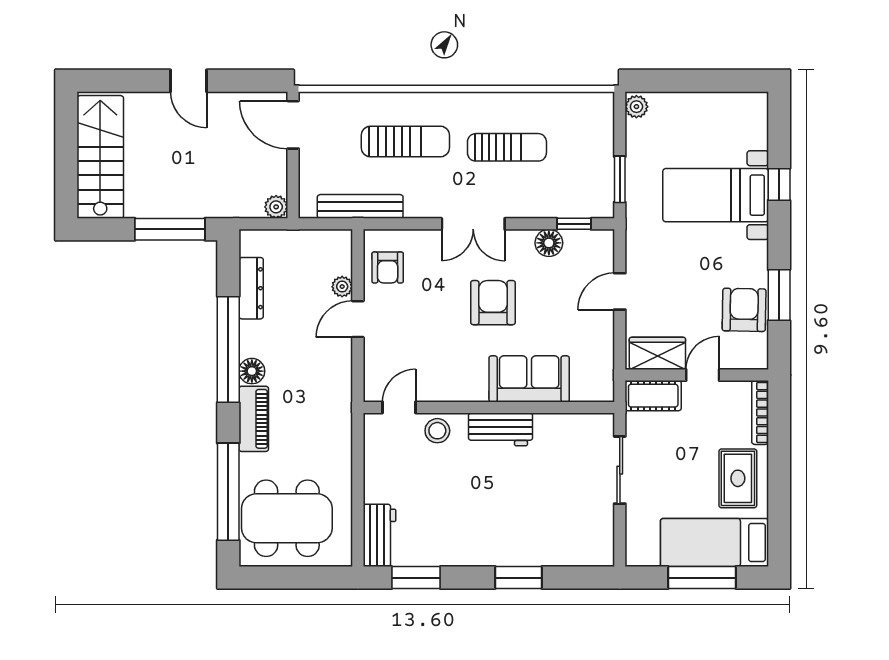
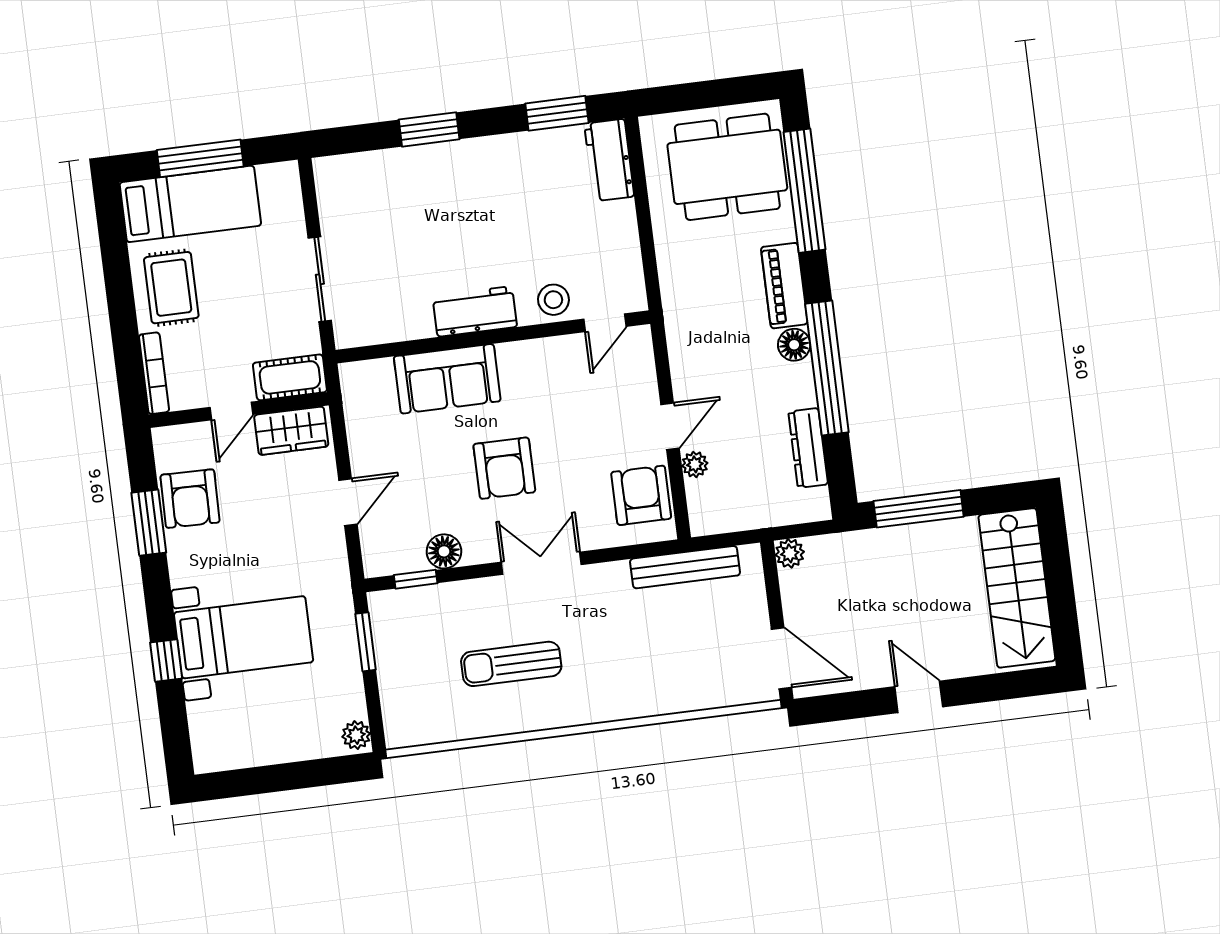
sun lounger: (405, 141) -> (639, 655), removed
armchair: (388, 268) -> (641, 495), width x1.38, depth x1.38

